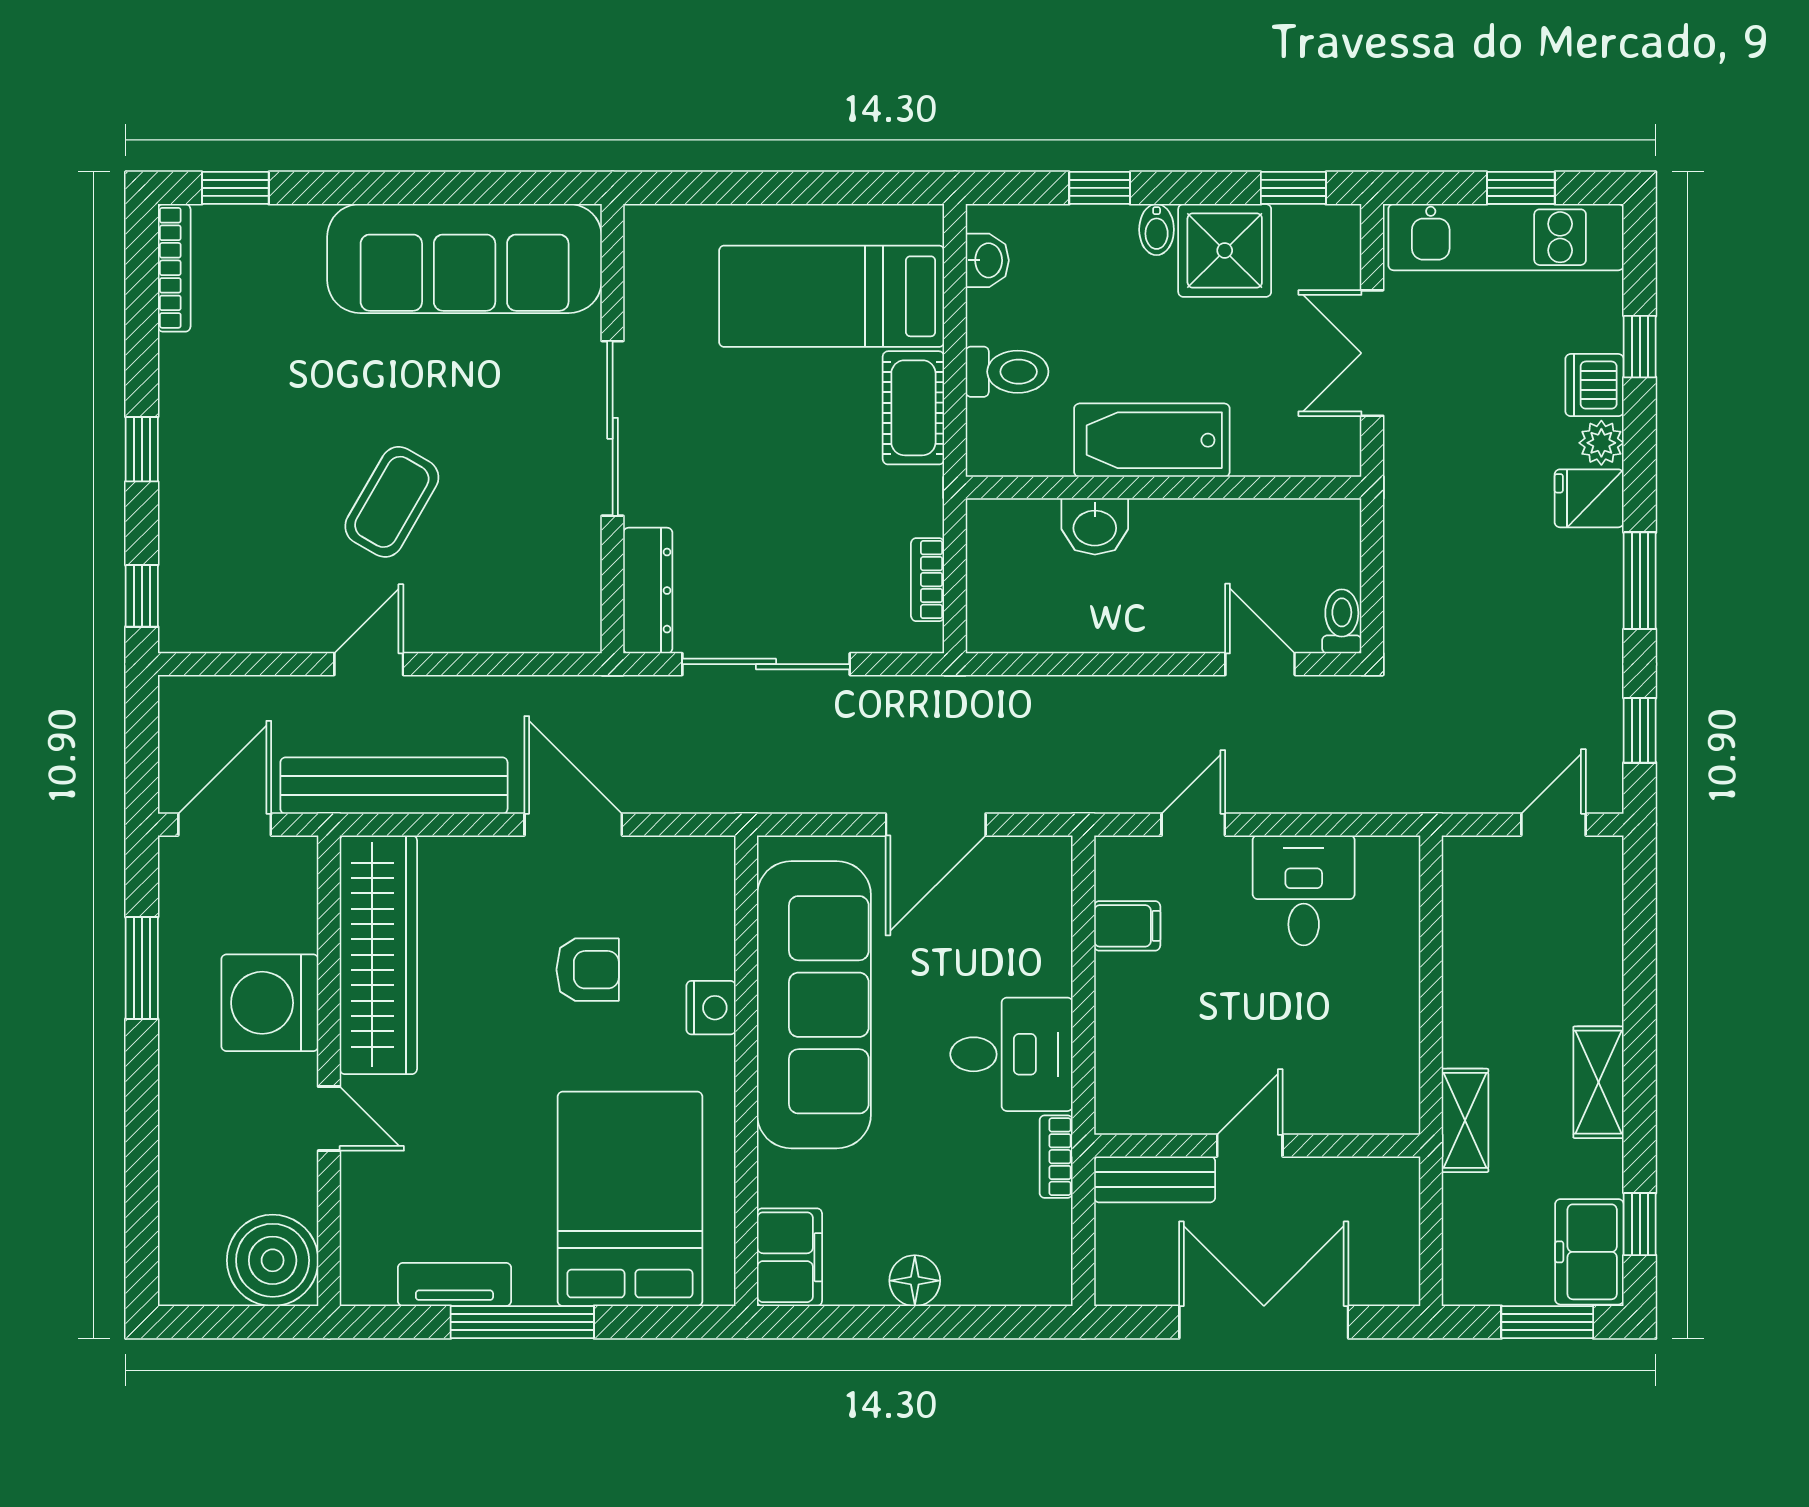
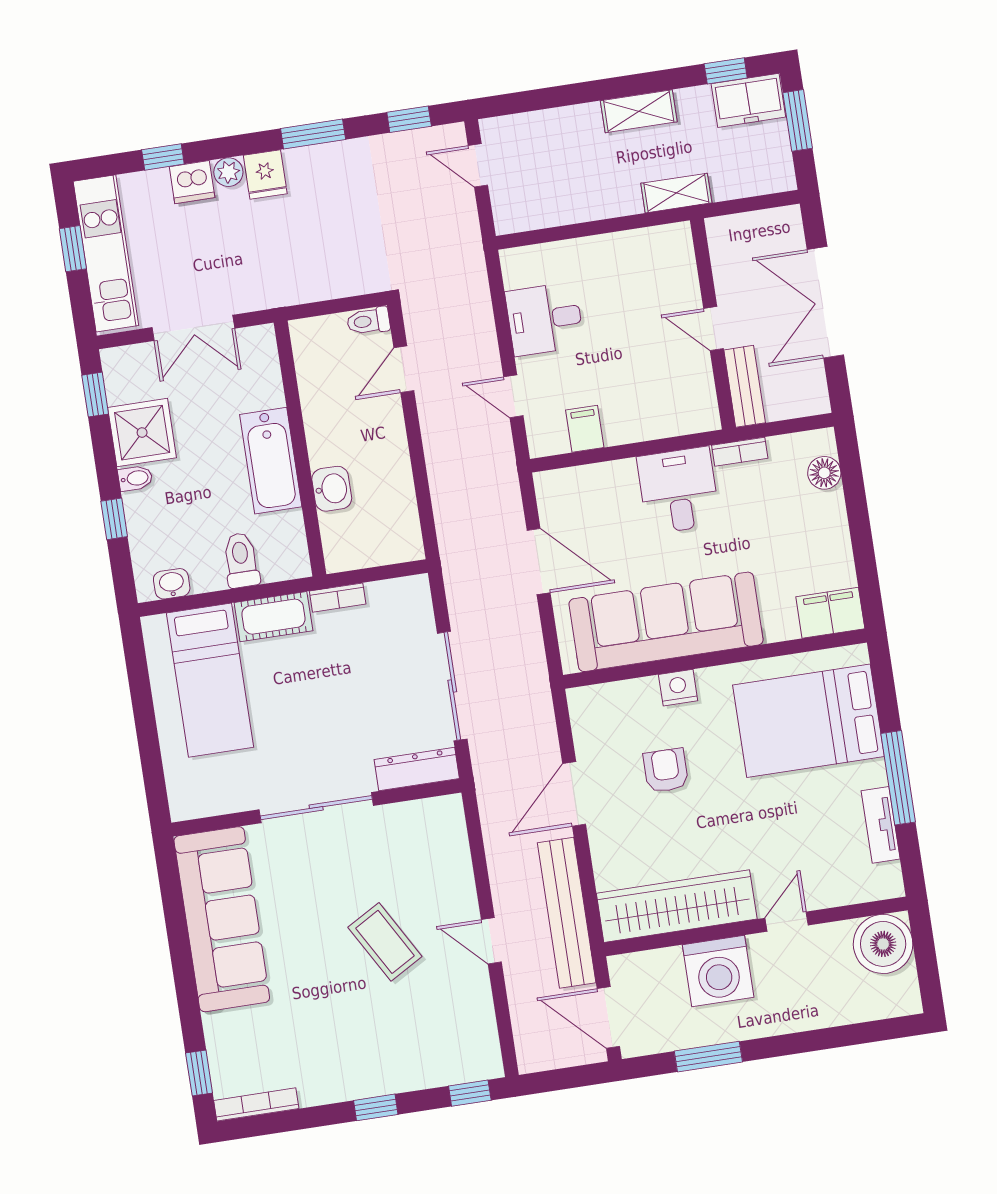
coffee table: (392, 502) -> (385, 942), turned 30
bookcase: (928, 580) -> (338, 598), moved
floor lamp: (915, 1281) -> (824, 473), moved

